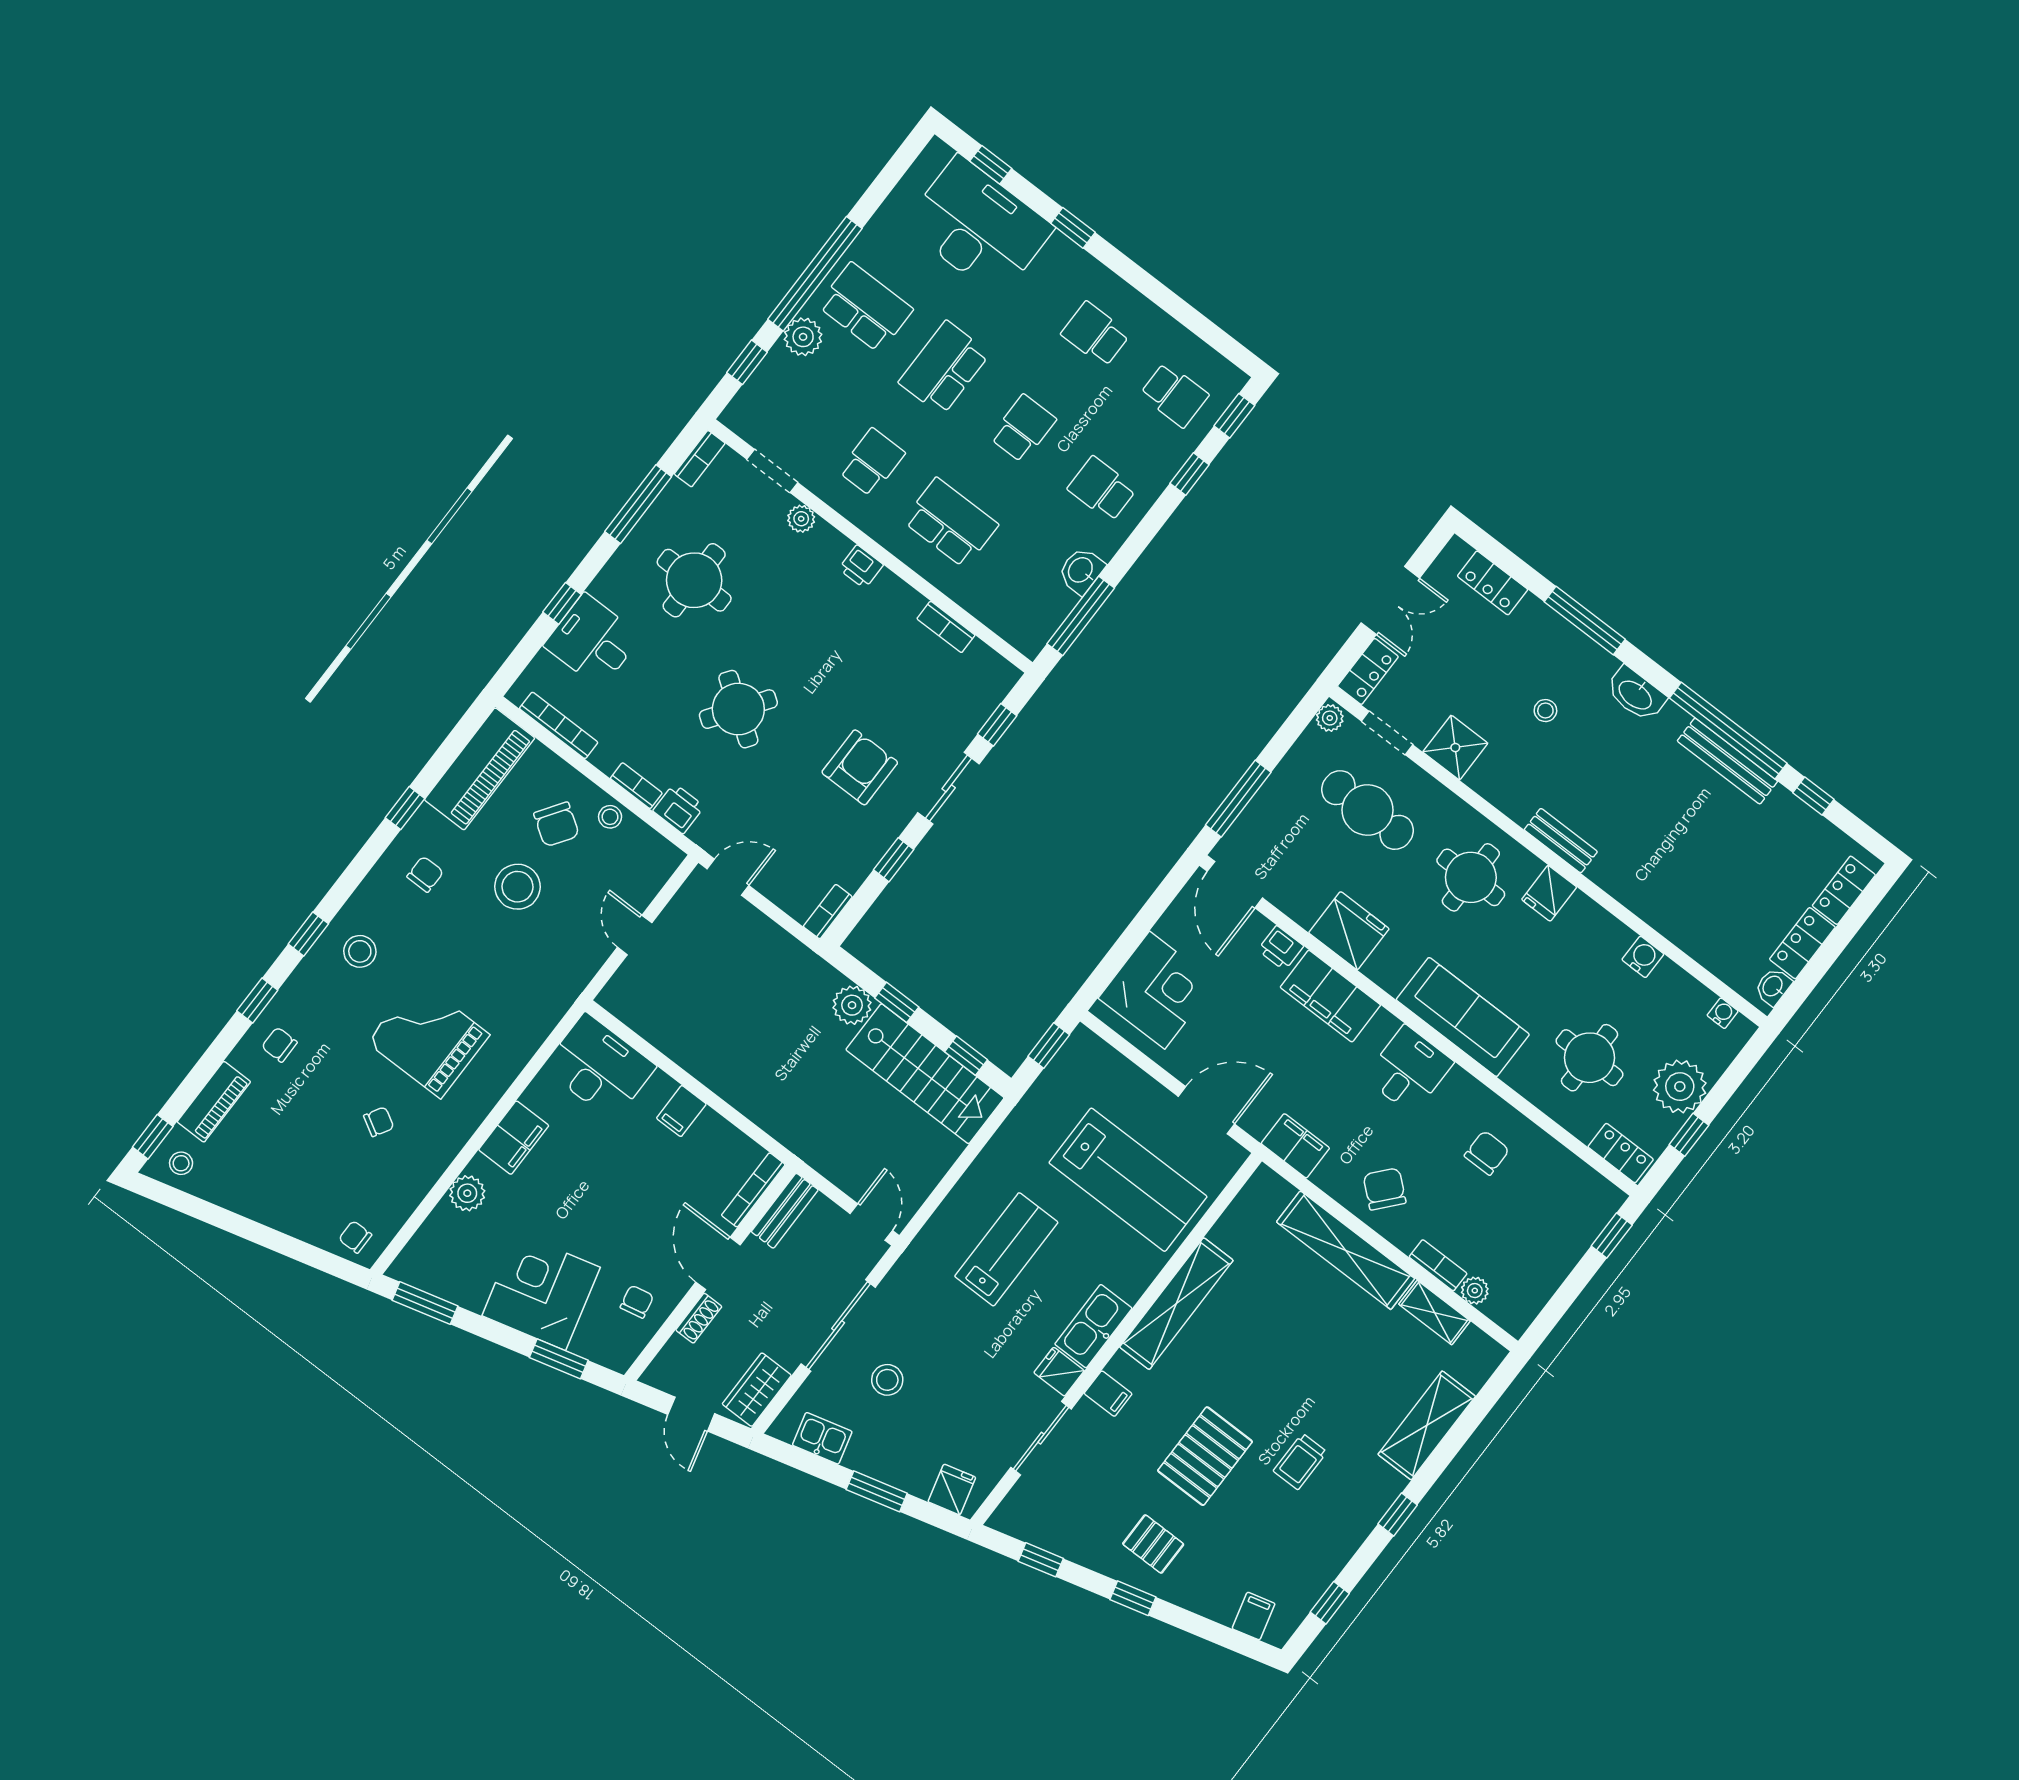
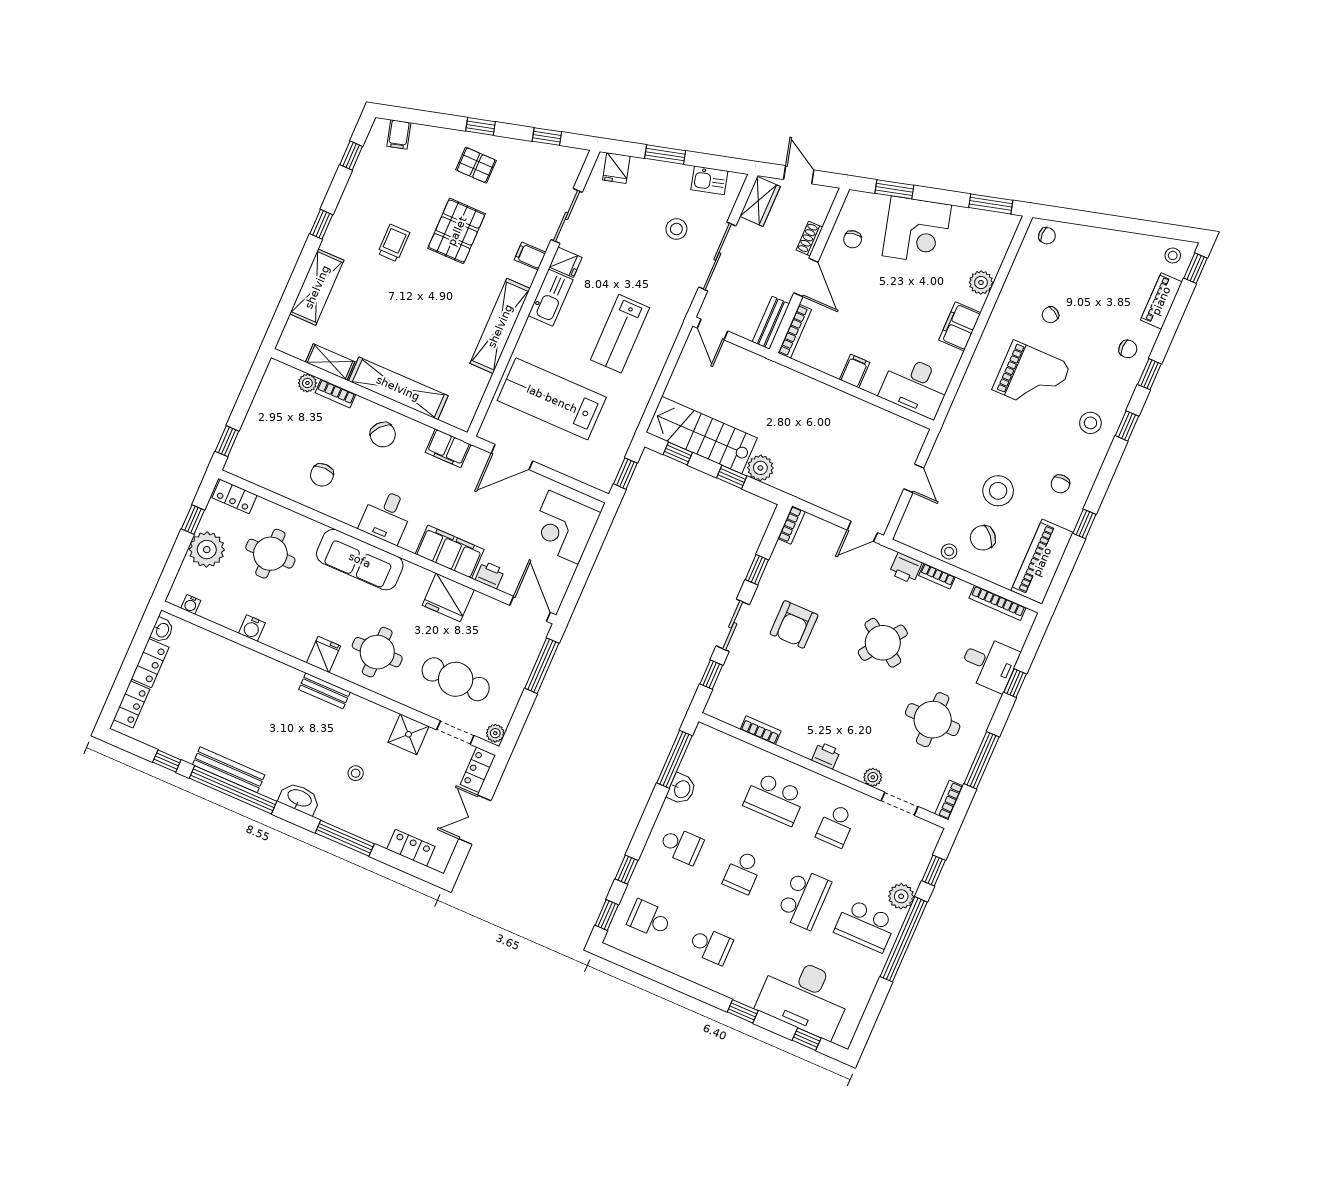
chair: (556, 824) -> (983, 538), turned -75

